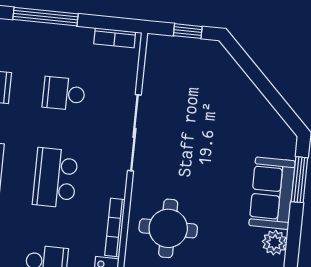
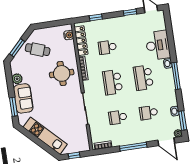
school desk: (64, 94) -> (118, 117), turned 180
kitchen unit: (243, 94) -> (45, 136), added
school desk: (55, 178) -> (113, 82), turned 180

